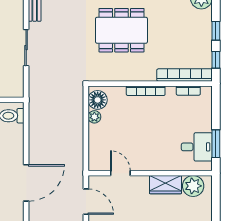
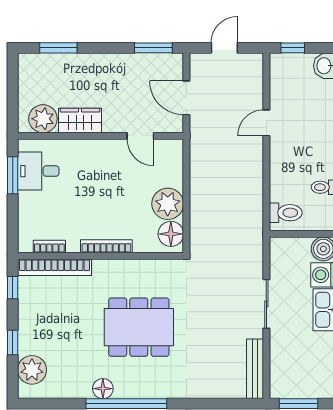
window: (216, 31) -> (13, 343), moved
plant: (94, 117) -> (168, 204), width x1.88, depth x1.88
door: (26, 183) -> (266, 123), width x0.53

